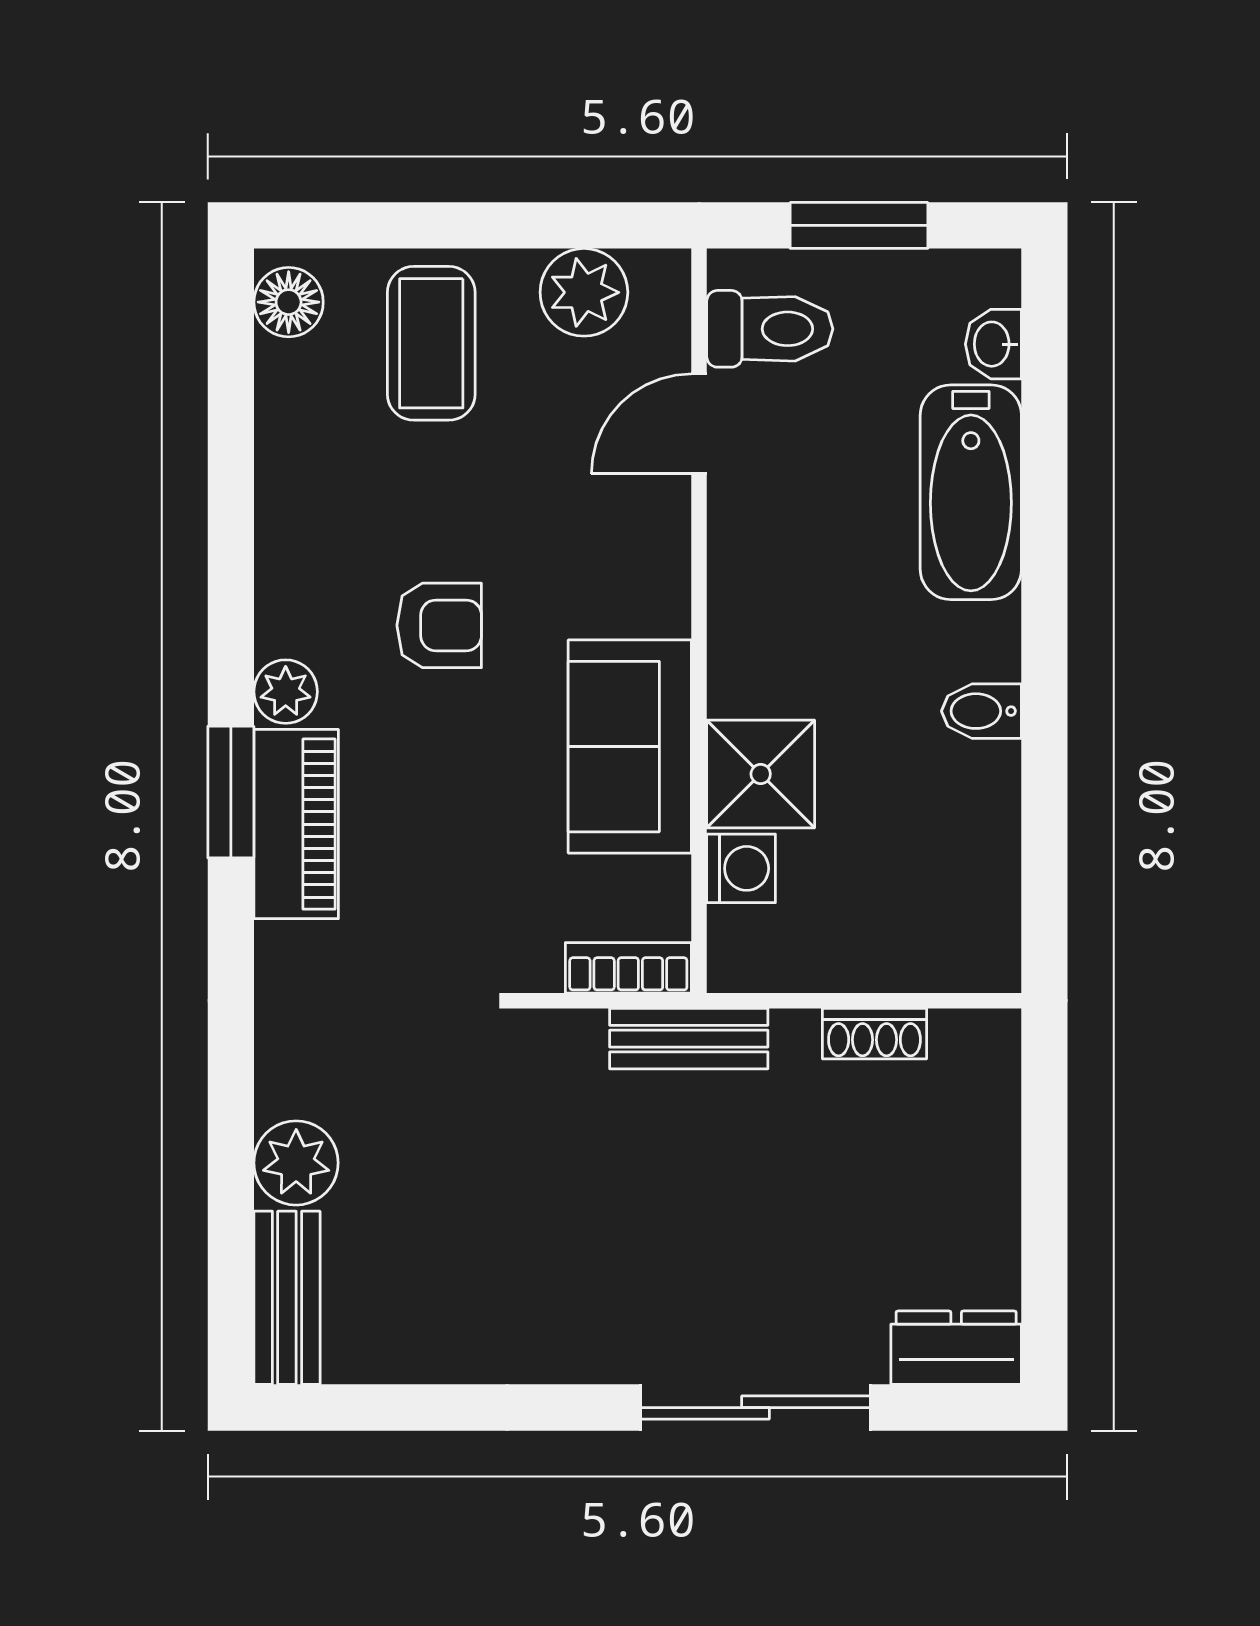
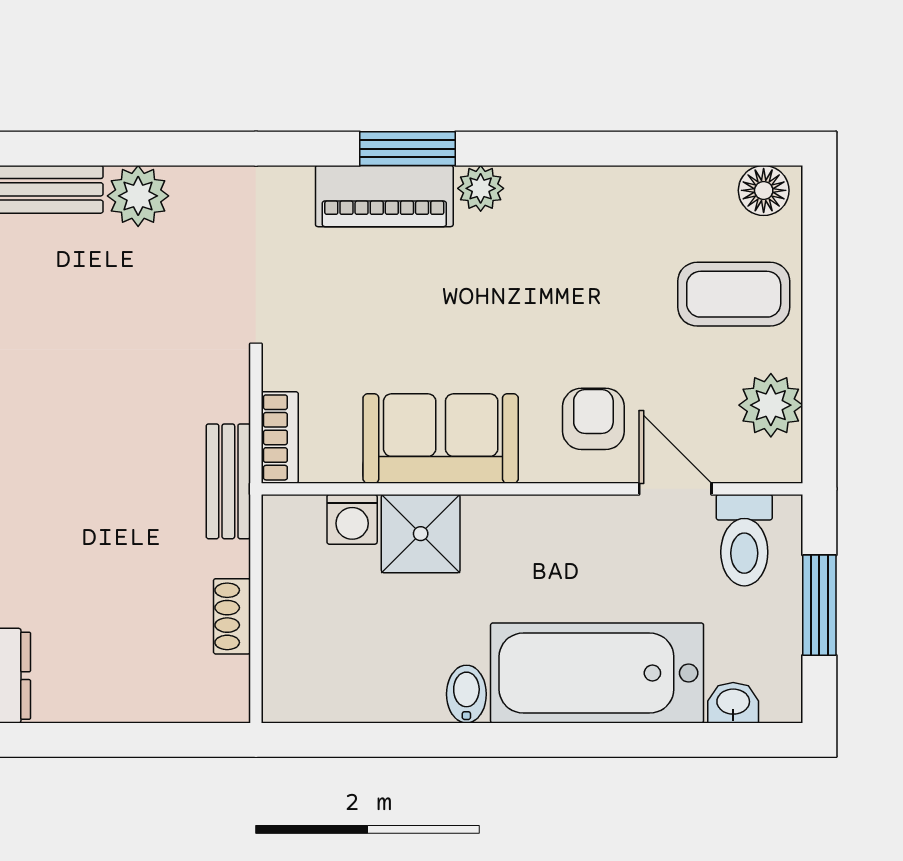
bathtub: (971, 492) -> (597, 673), width x1.36, depth x1.36
armchair: (439, 625) -> (593, 419), moved, turned 180

